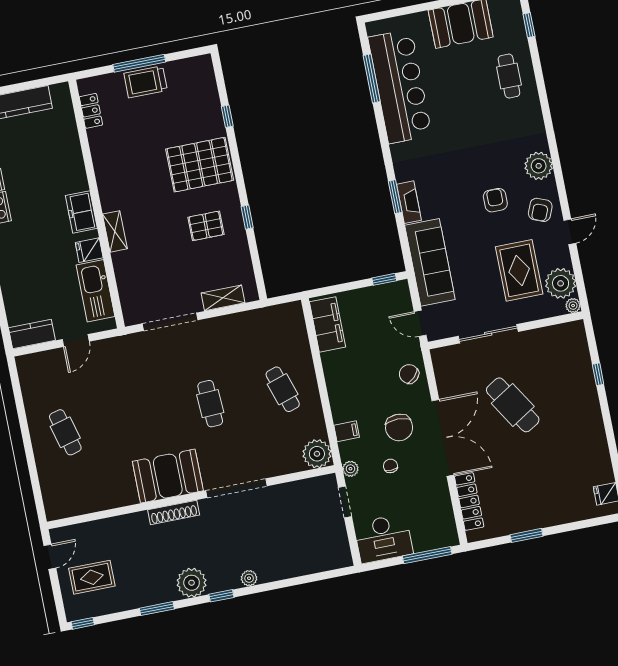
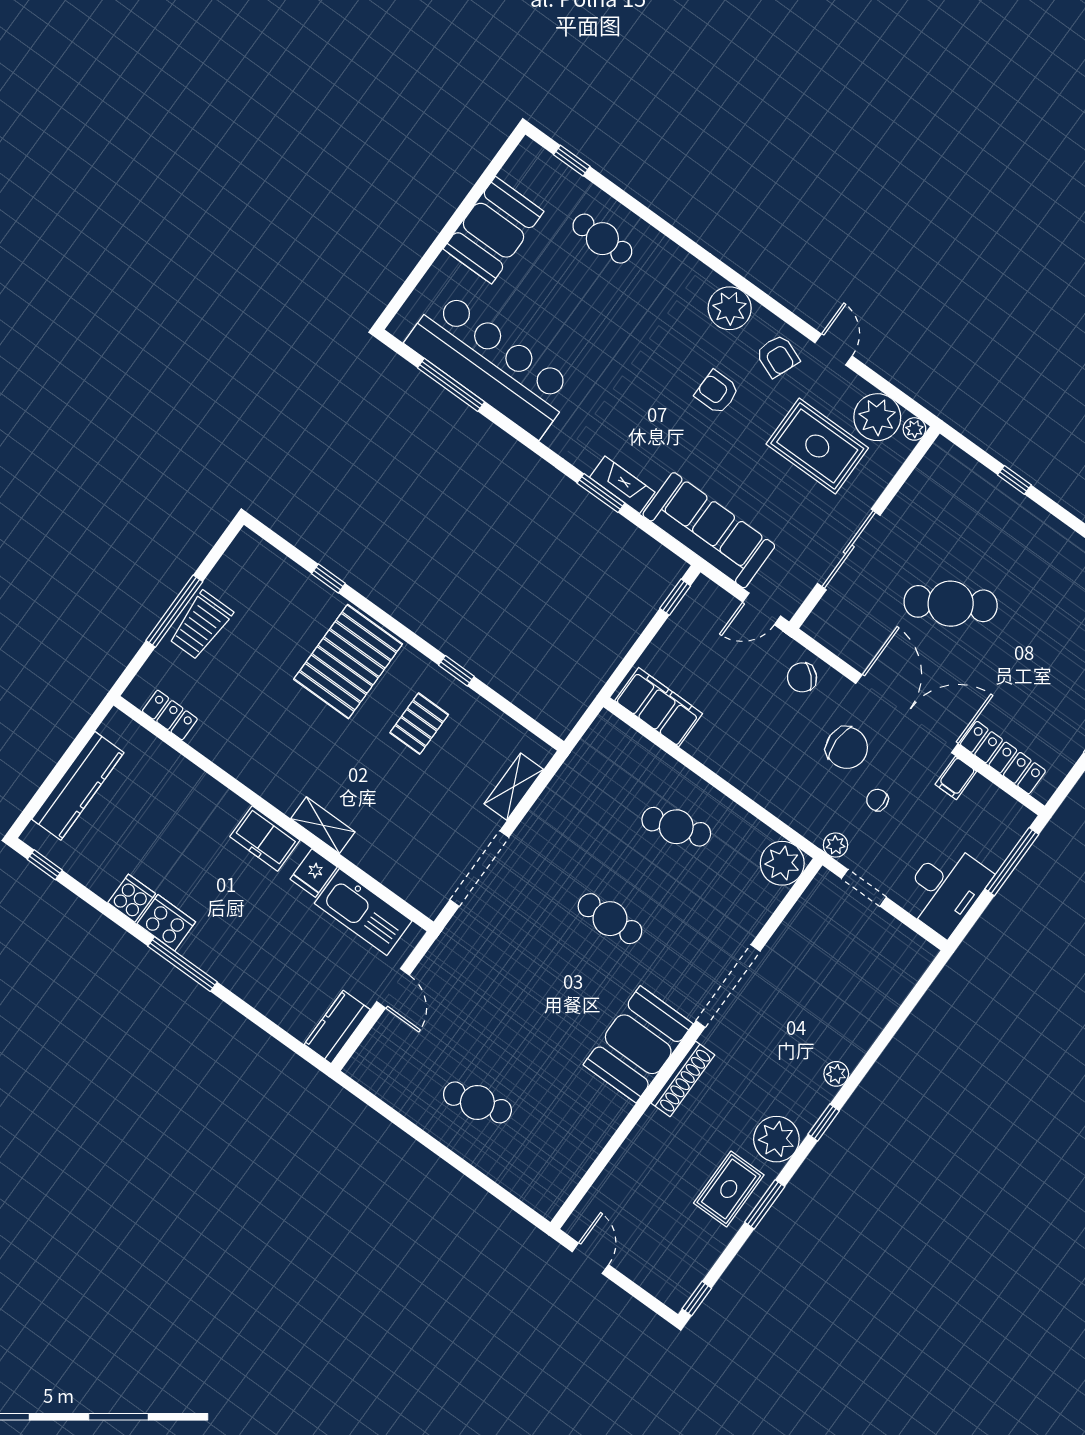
filing cabinet: (347, 431) -> (956, 778), moved, turned 180
rug: (92, 577) -> (729, 1189), moved

